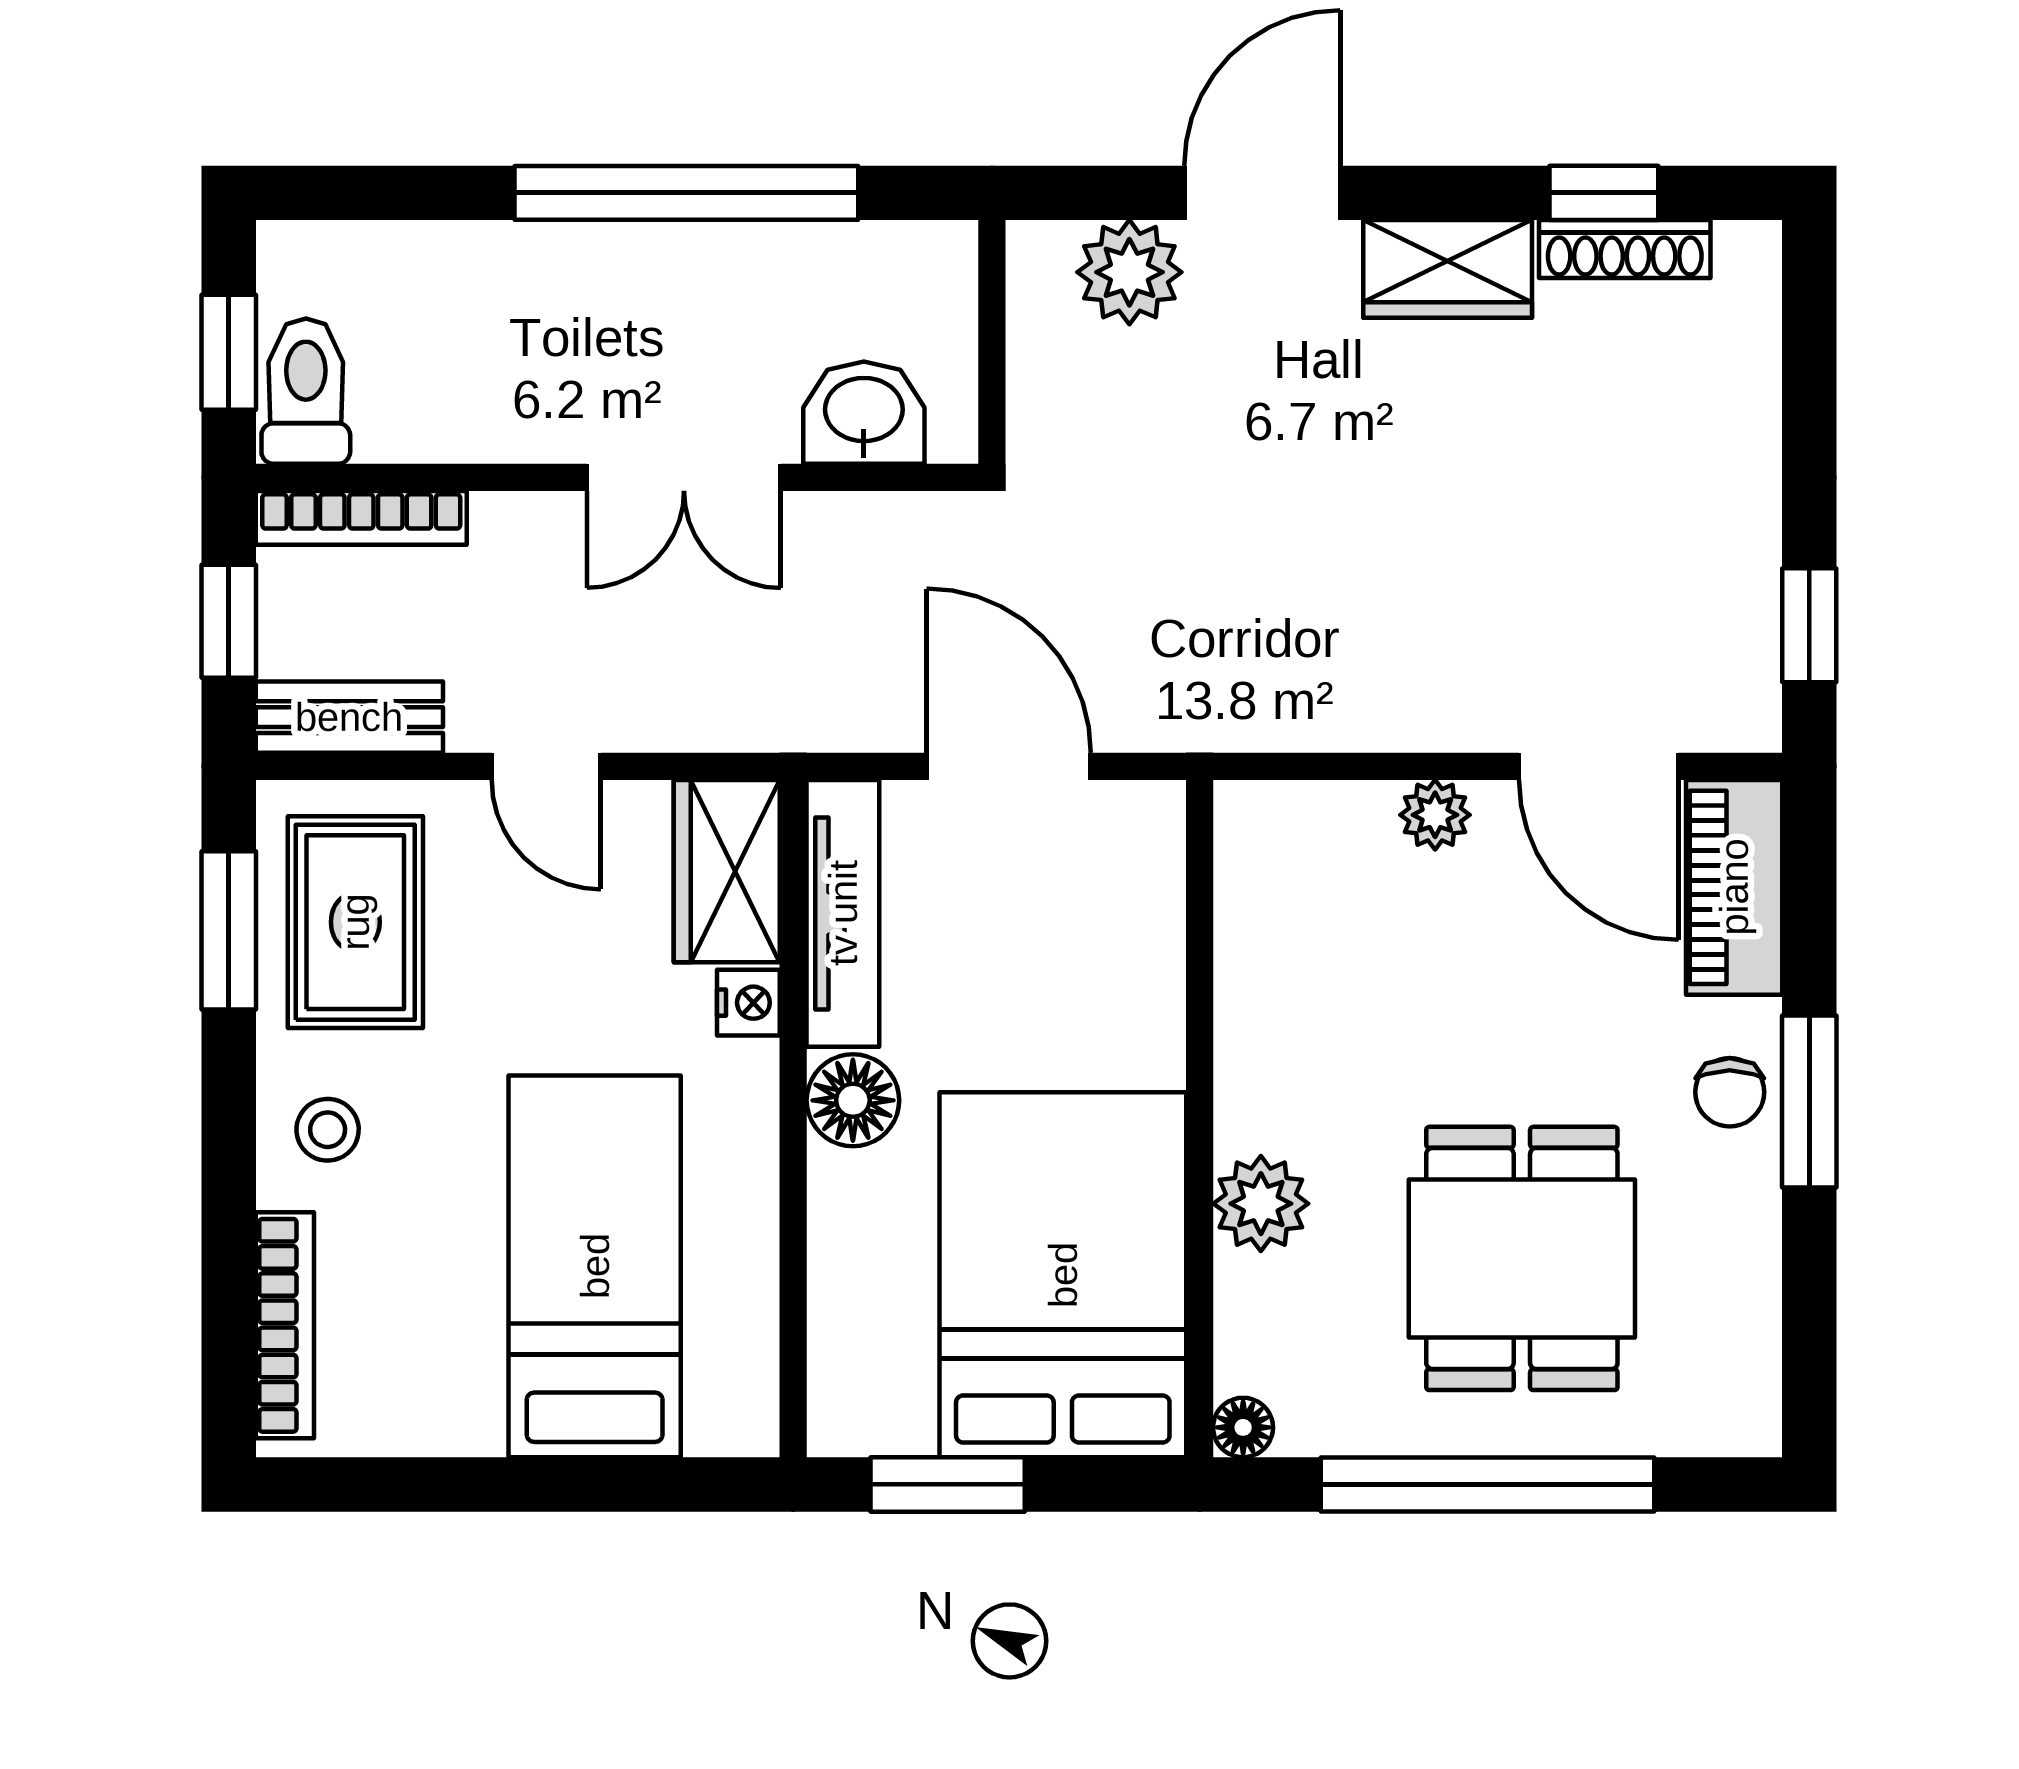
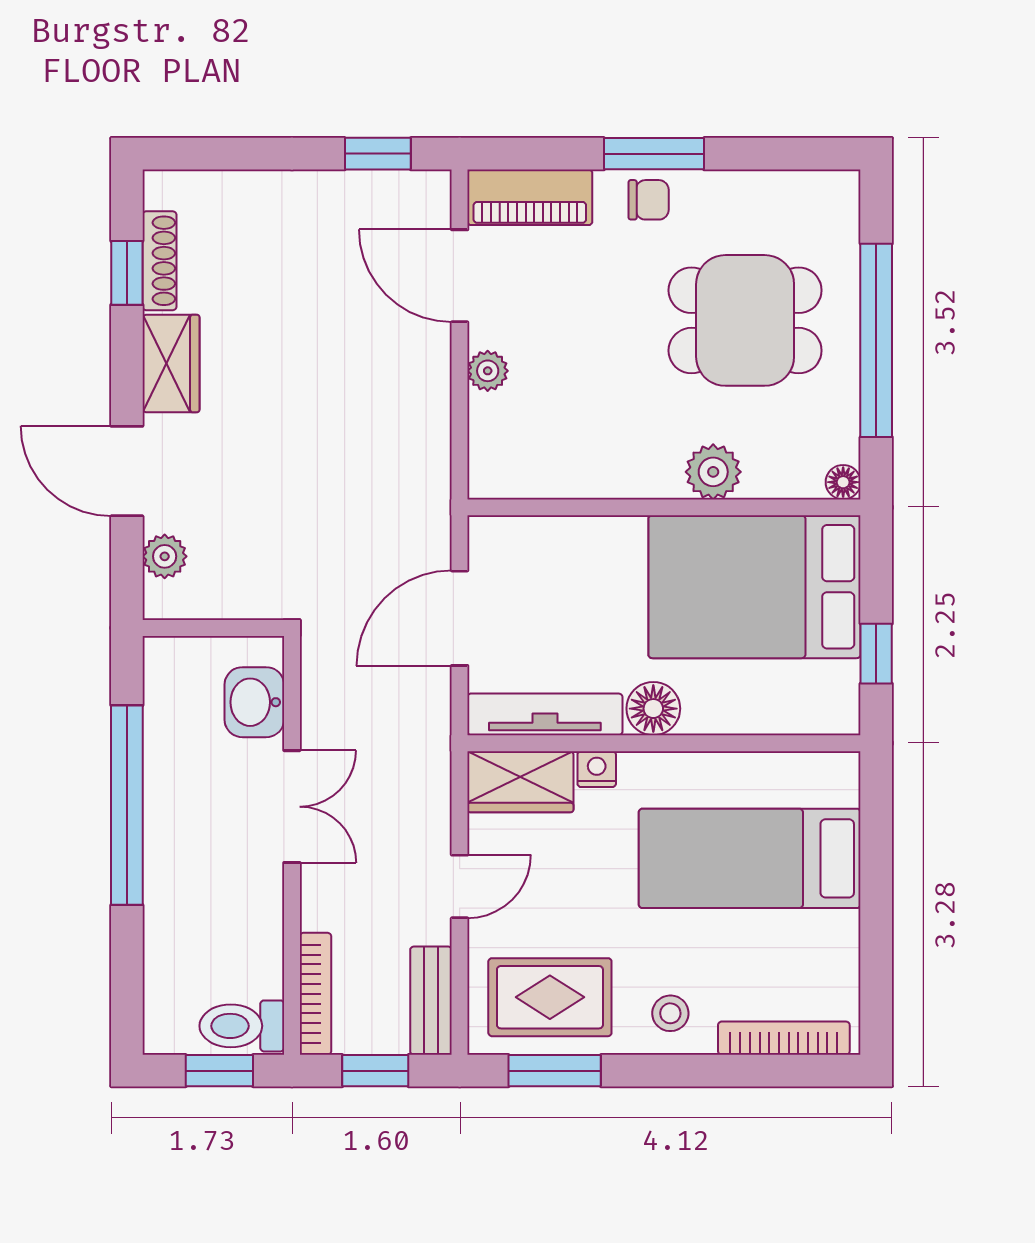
plant: (1129, 272) -> (165, 556), width x0.73, depth x0.73
door: (1599, 766) -> (460, 276), swing flipped
window: (948, 1484) -> (876, 654), width x0.67

